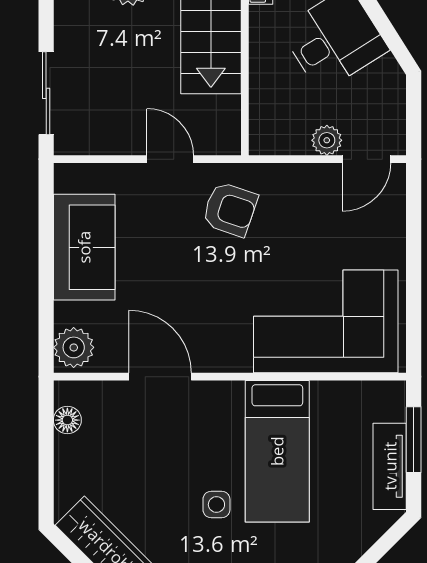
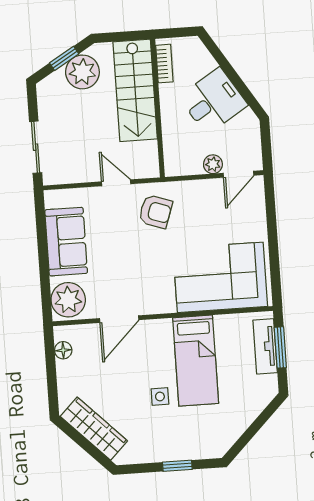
plant: (74, 347) -> (68, 300), width x1.36, depth x1.36
door: (160, 377) -> (119, 319), swing flipped
tv unit: (390, 466) -> (265, 346), moved

